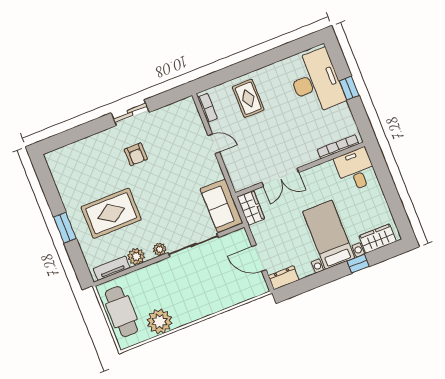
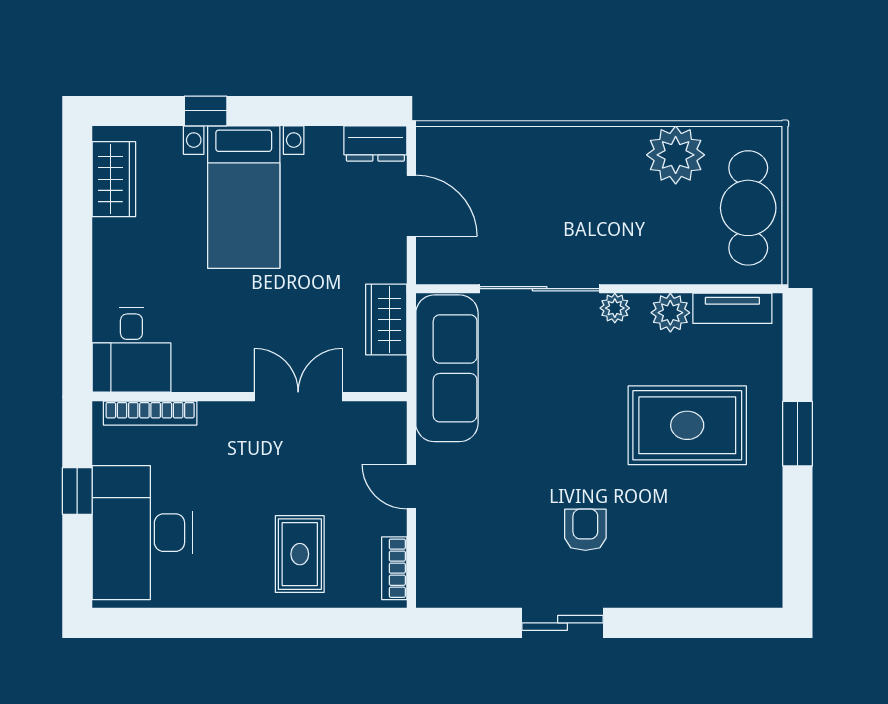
bookcase: (338, 147) -> (150, 413), moved
wall: (300, 169) -> (249, 397), moved
desk: (356, 170) -> (131, 350), moved
double door: (280, 177) -> (298, 397), moved
sofa: (221, 206) -> (447, 368), width x1.36
wardrobe: (378, 239) -> (114, 179), moved, turned -90

